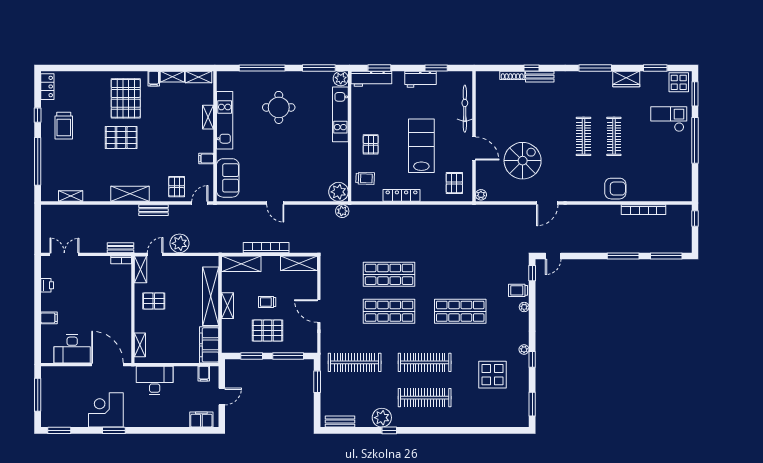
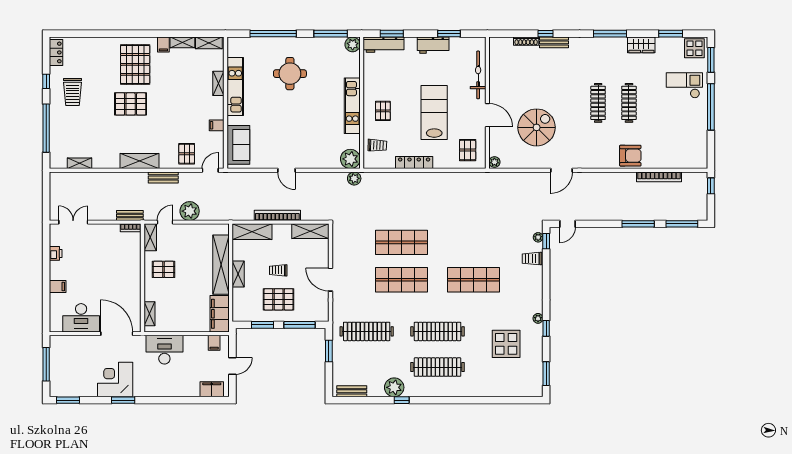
kitchen unit: (340, 114) -> (352, 106), moved
plant: (524, 307) -> (538, 237), moved

